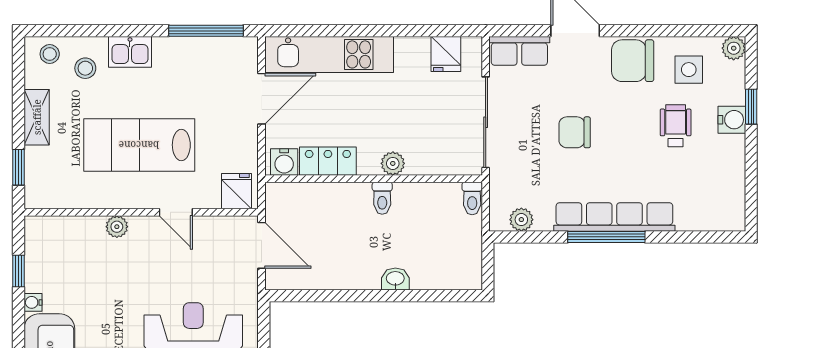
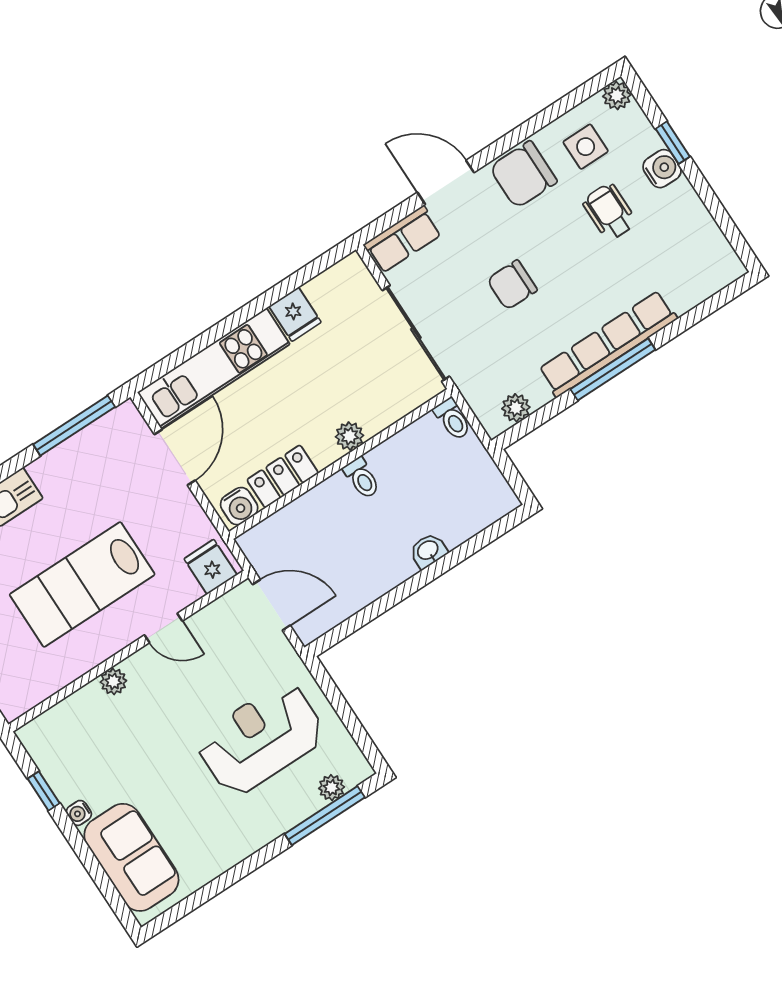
fridge: (446, 54) -> (295, 314), moved

